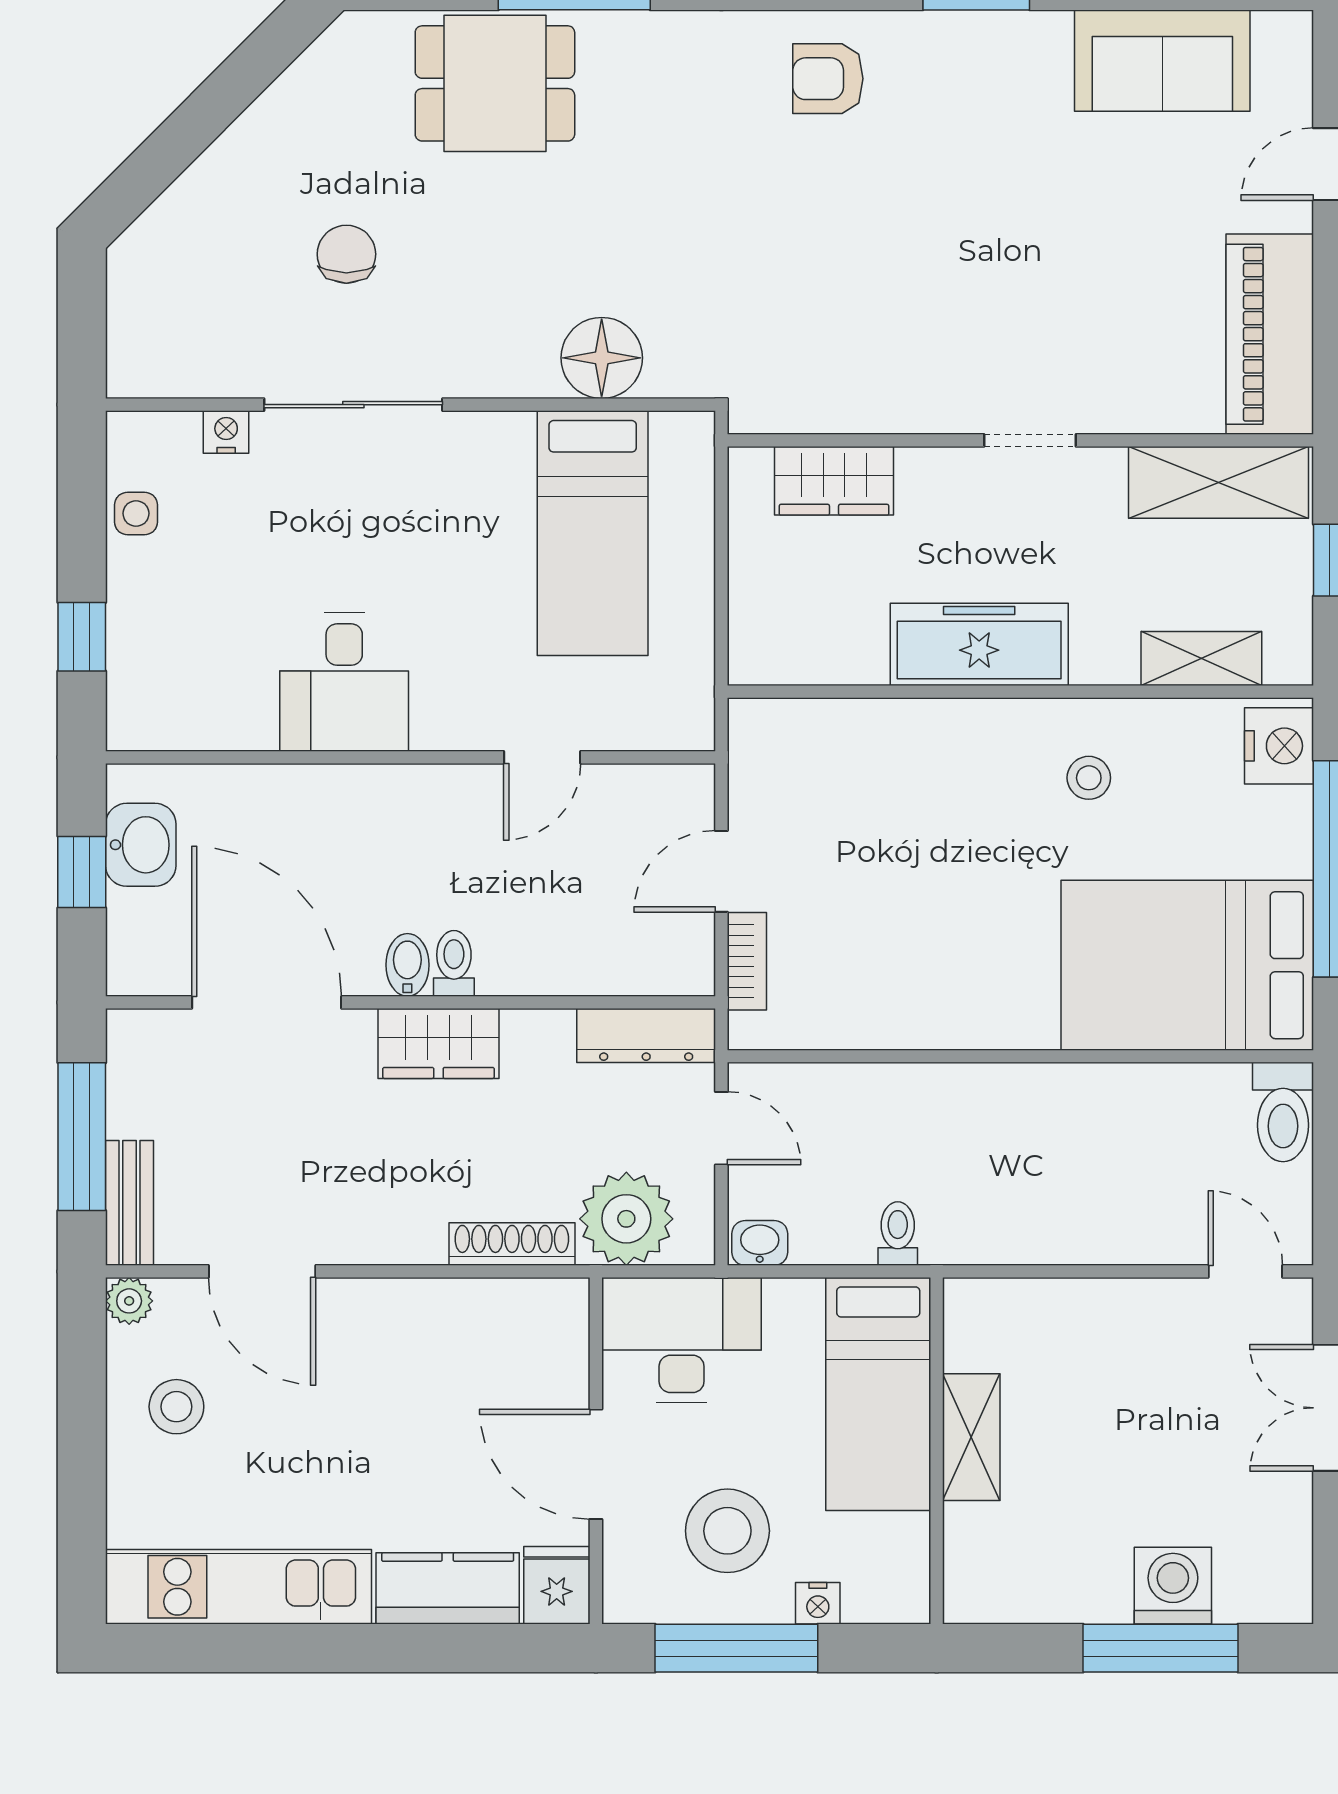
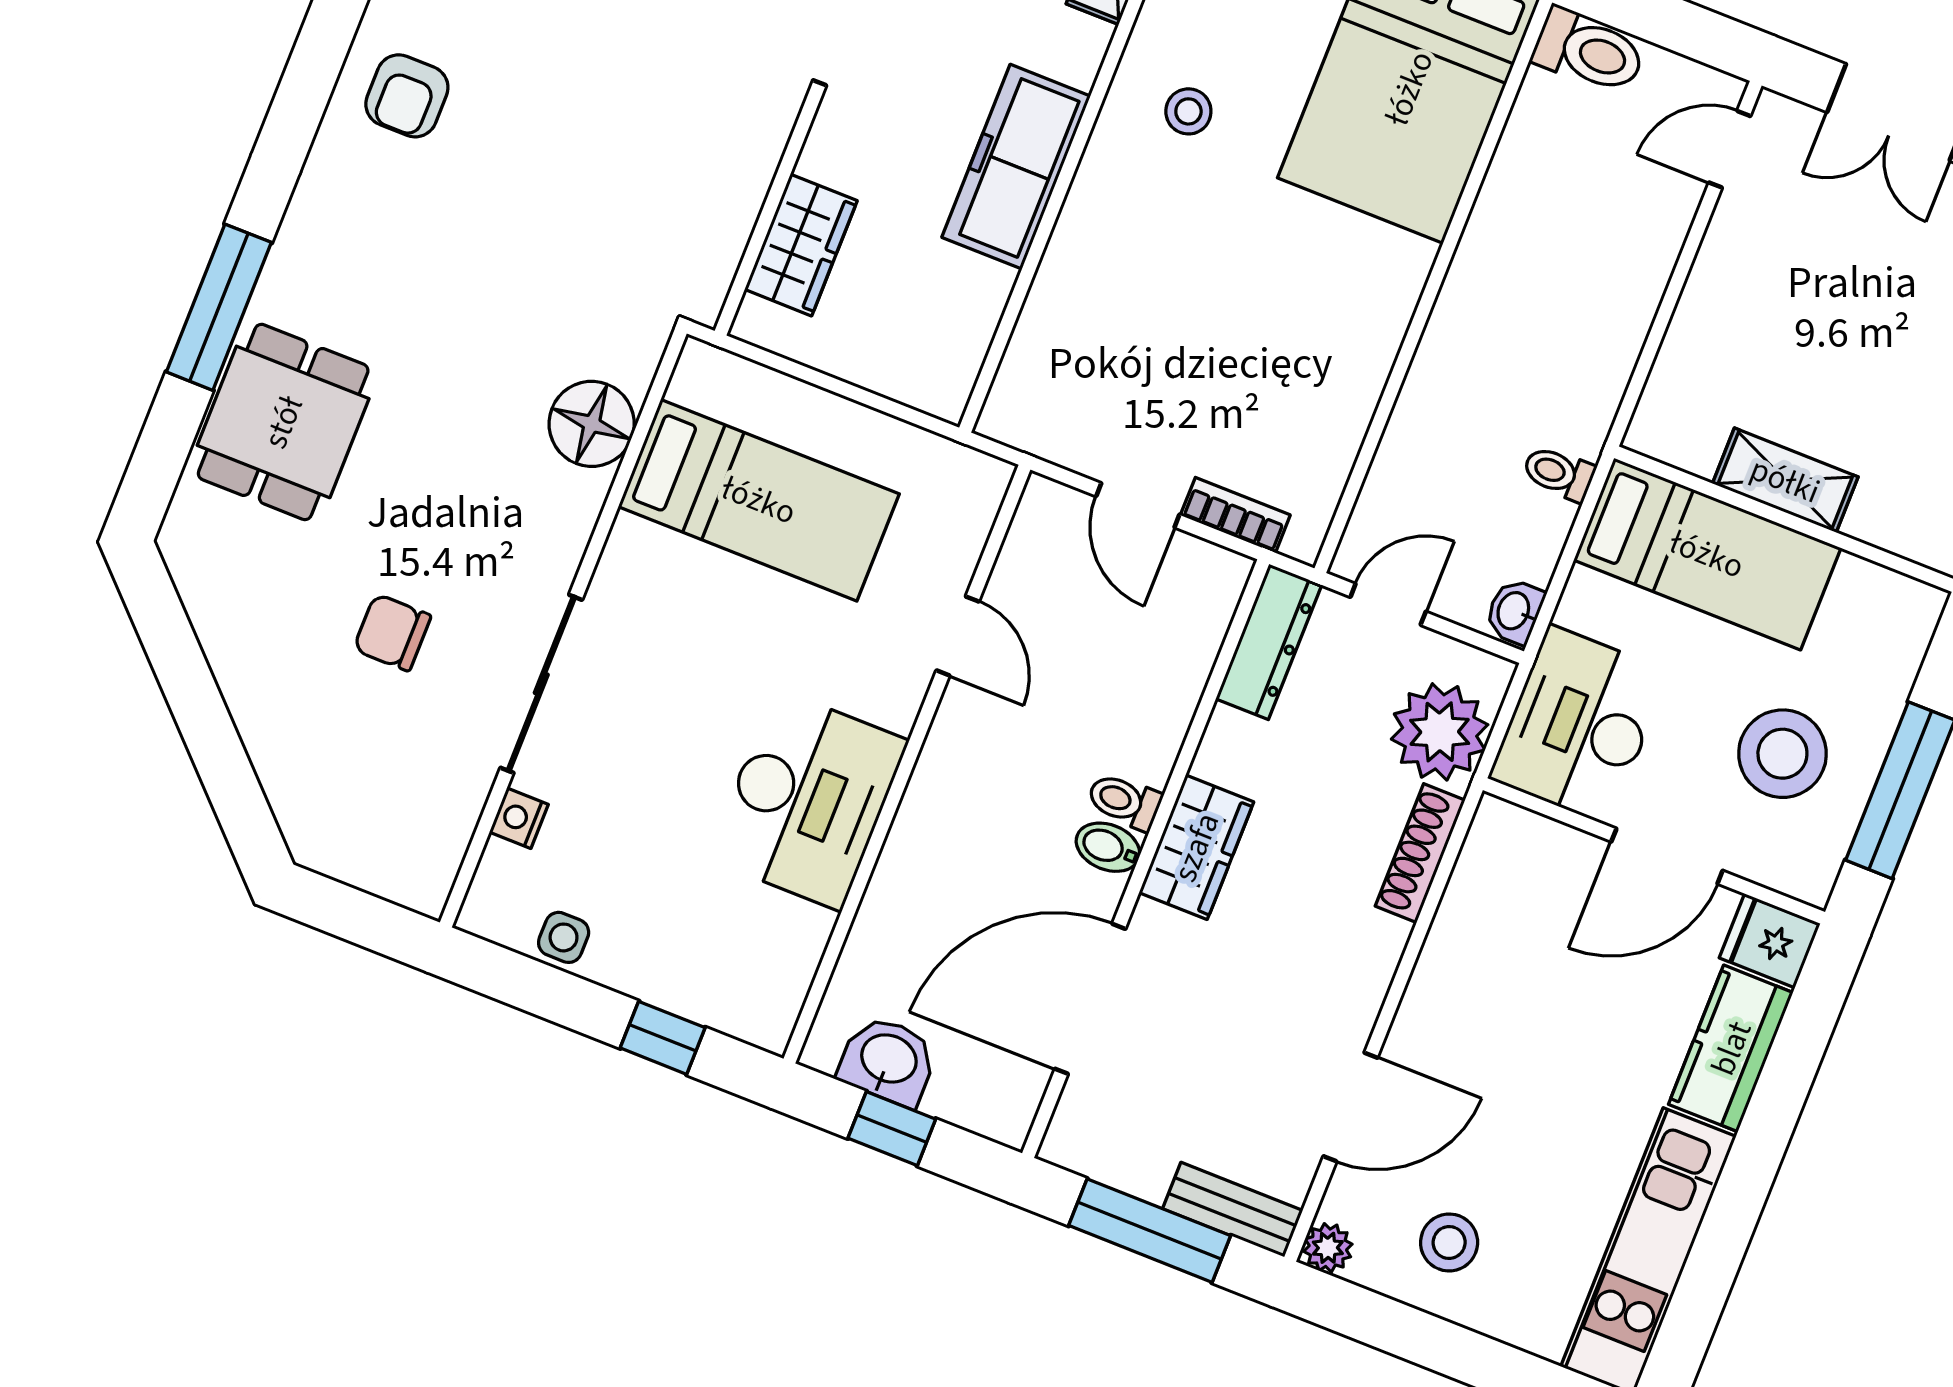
desk: (344, 682) -> (808, 800), width x1.37
nightstand: (818, 1603) -> (1888, 694), removed

